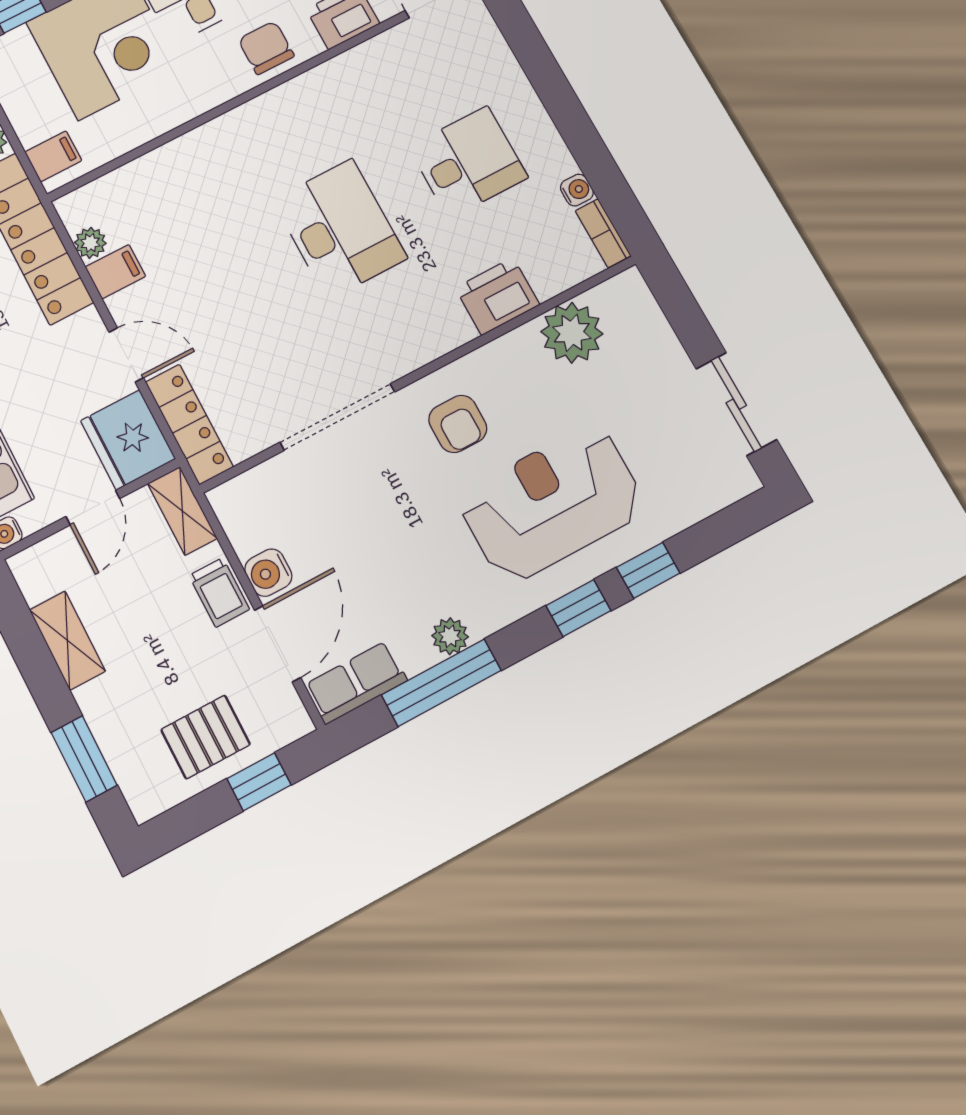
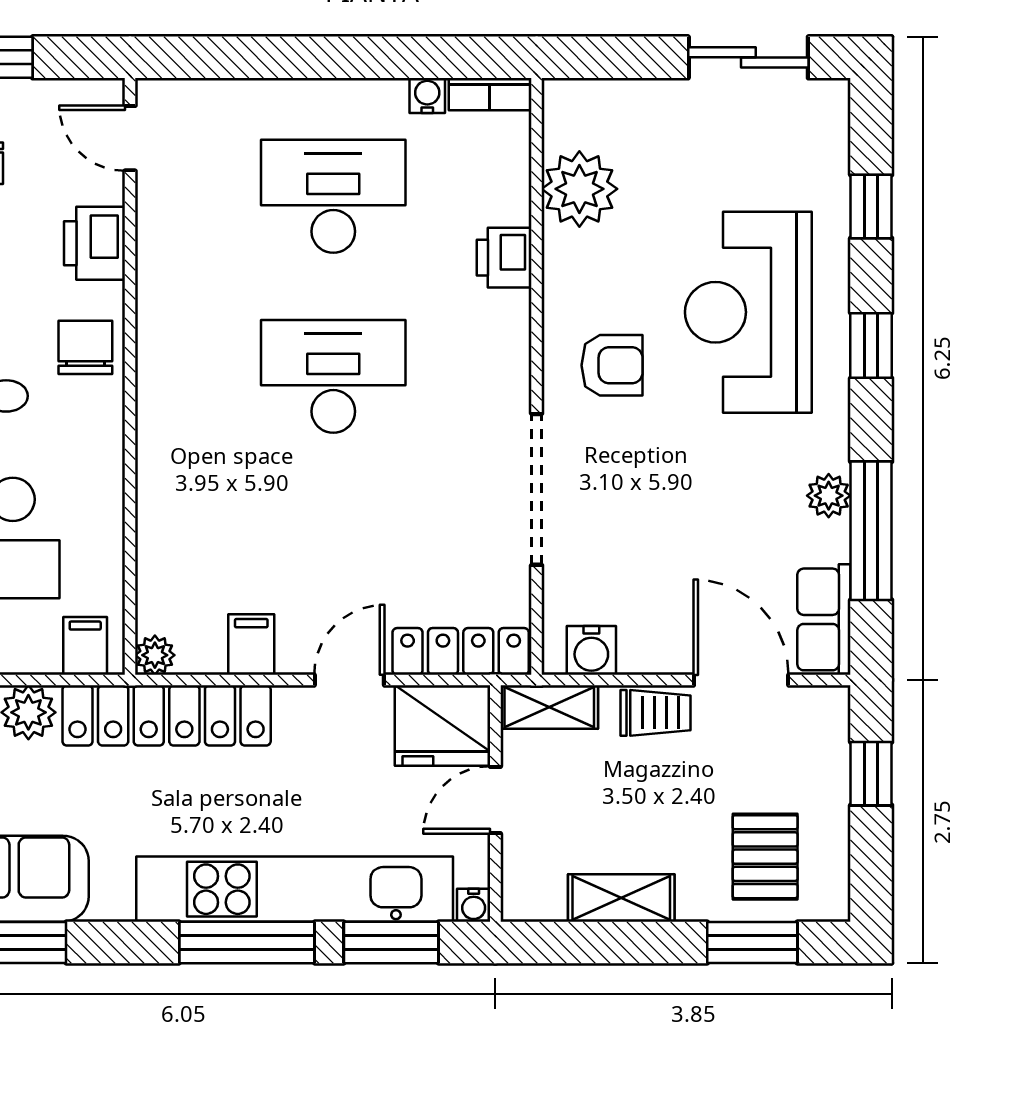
chair: (266, 48) -> (85, 347), turned 90
desk: (468, 162) -> (333, 196), width x1.37
plant: (90, 243) -> (155, 655), moved
printer: (497, 296) -> (504, 258), width x0.73, depth x0.81
door: (93, 508) -> (495, 800), swing flipped
window: (648, 570) -> (871, 207), moved
water cooler: (268, 573) -> (591, 650), moved
pallet: (206, 737) -> (765, 857), moved

